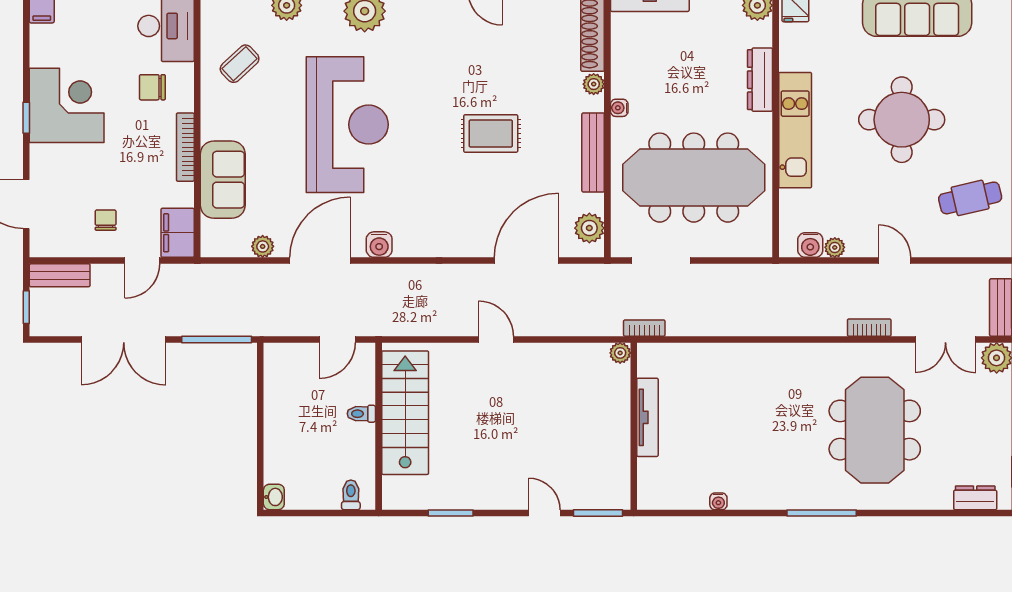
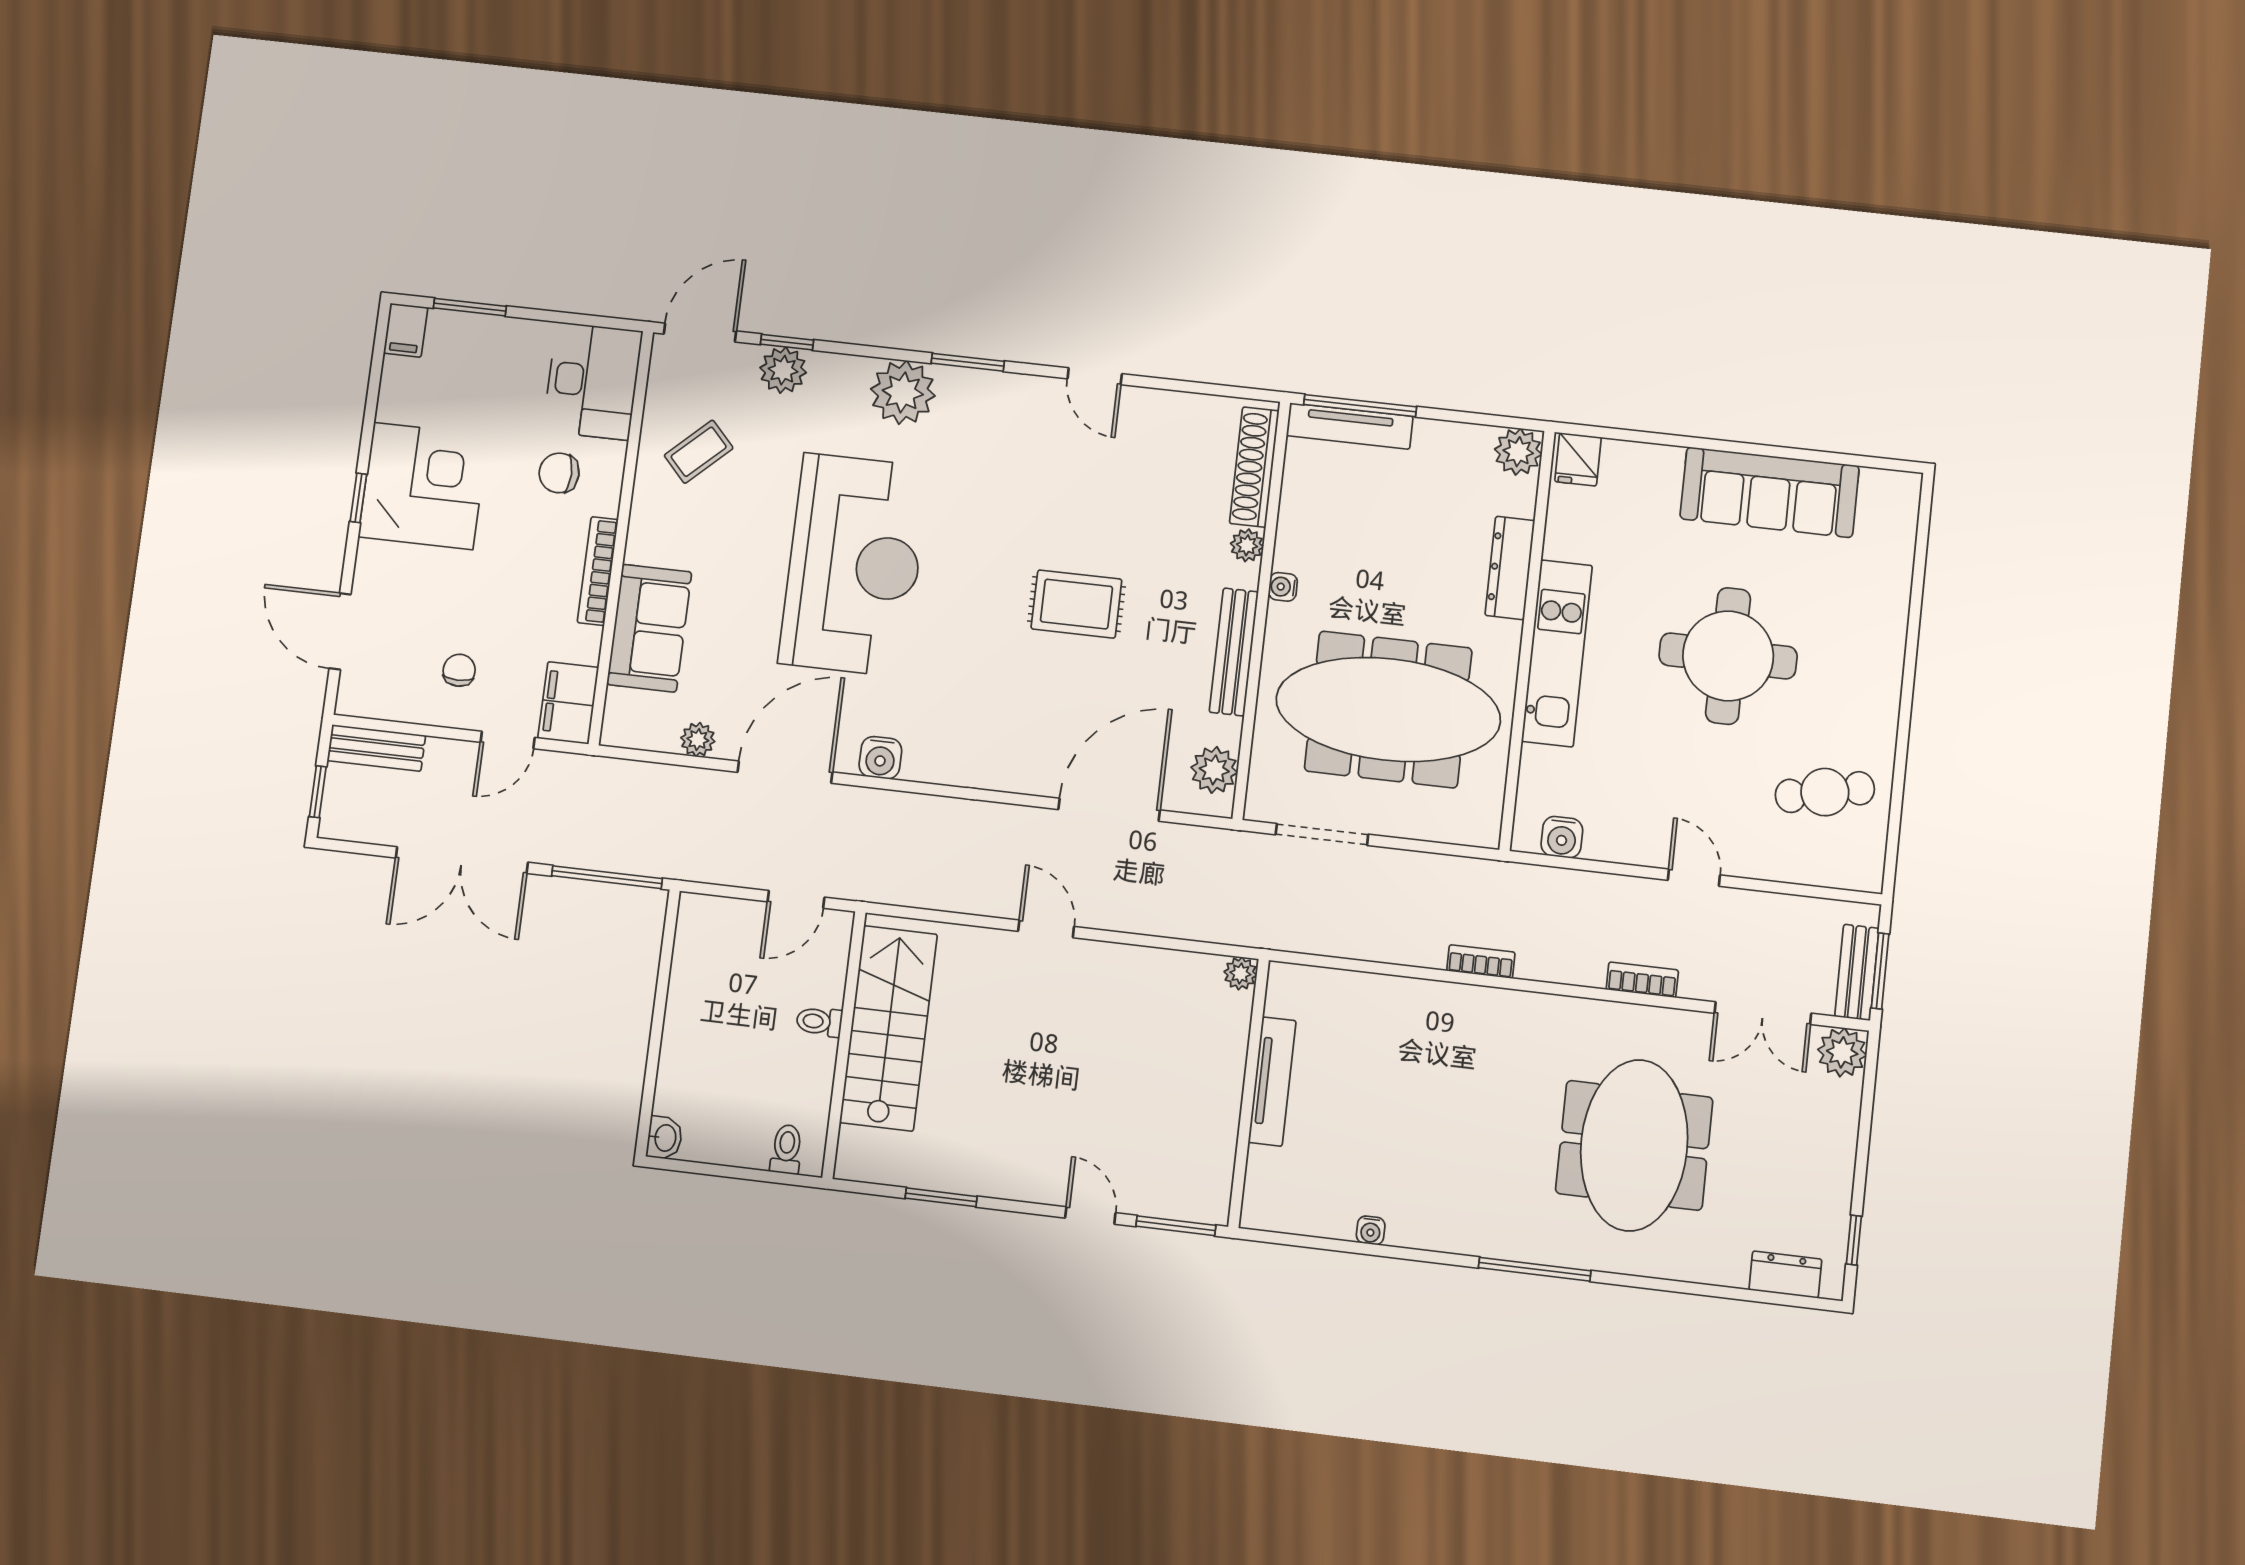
plant: (835, 247) -> (1600, 846), removed
bookcase: (644, 328) -> (1481, 962), moved

